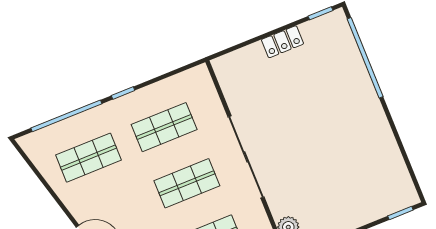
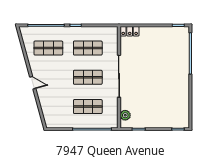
locker: (282, 42) -> (130, 31), moved

